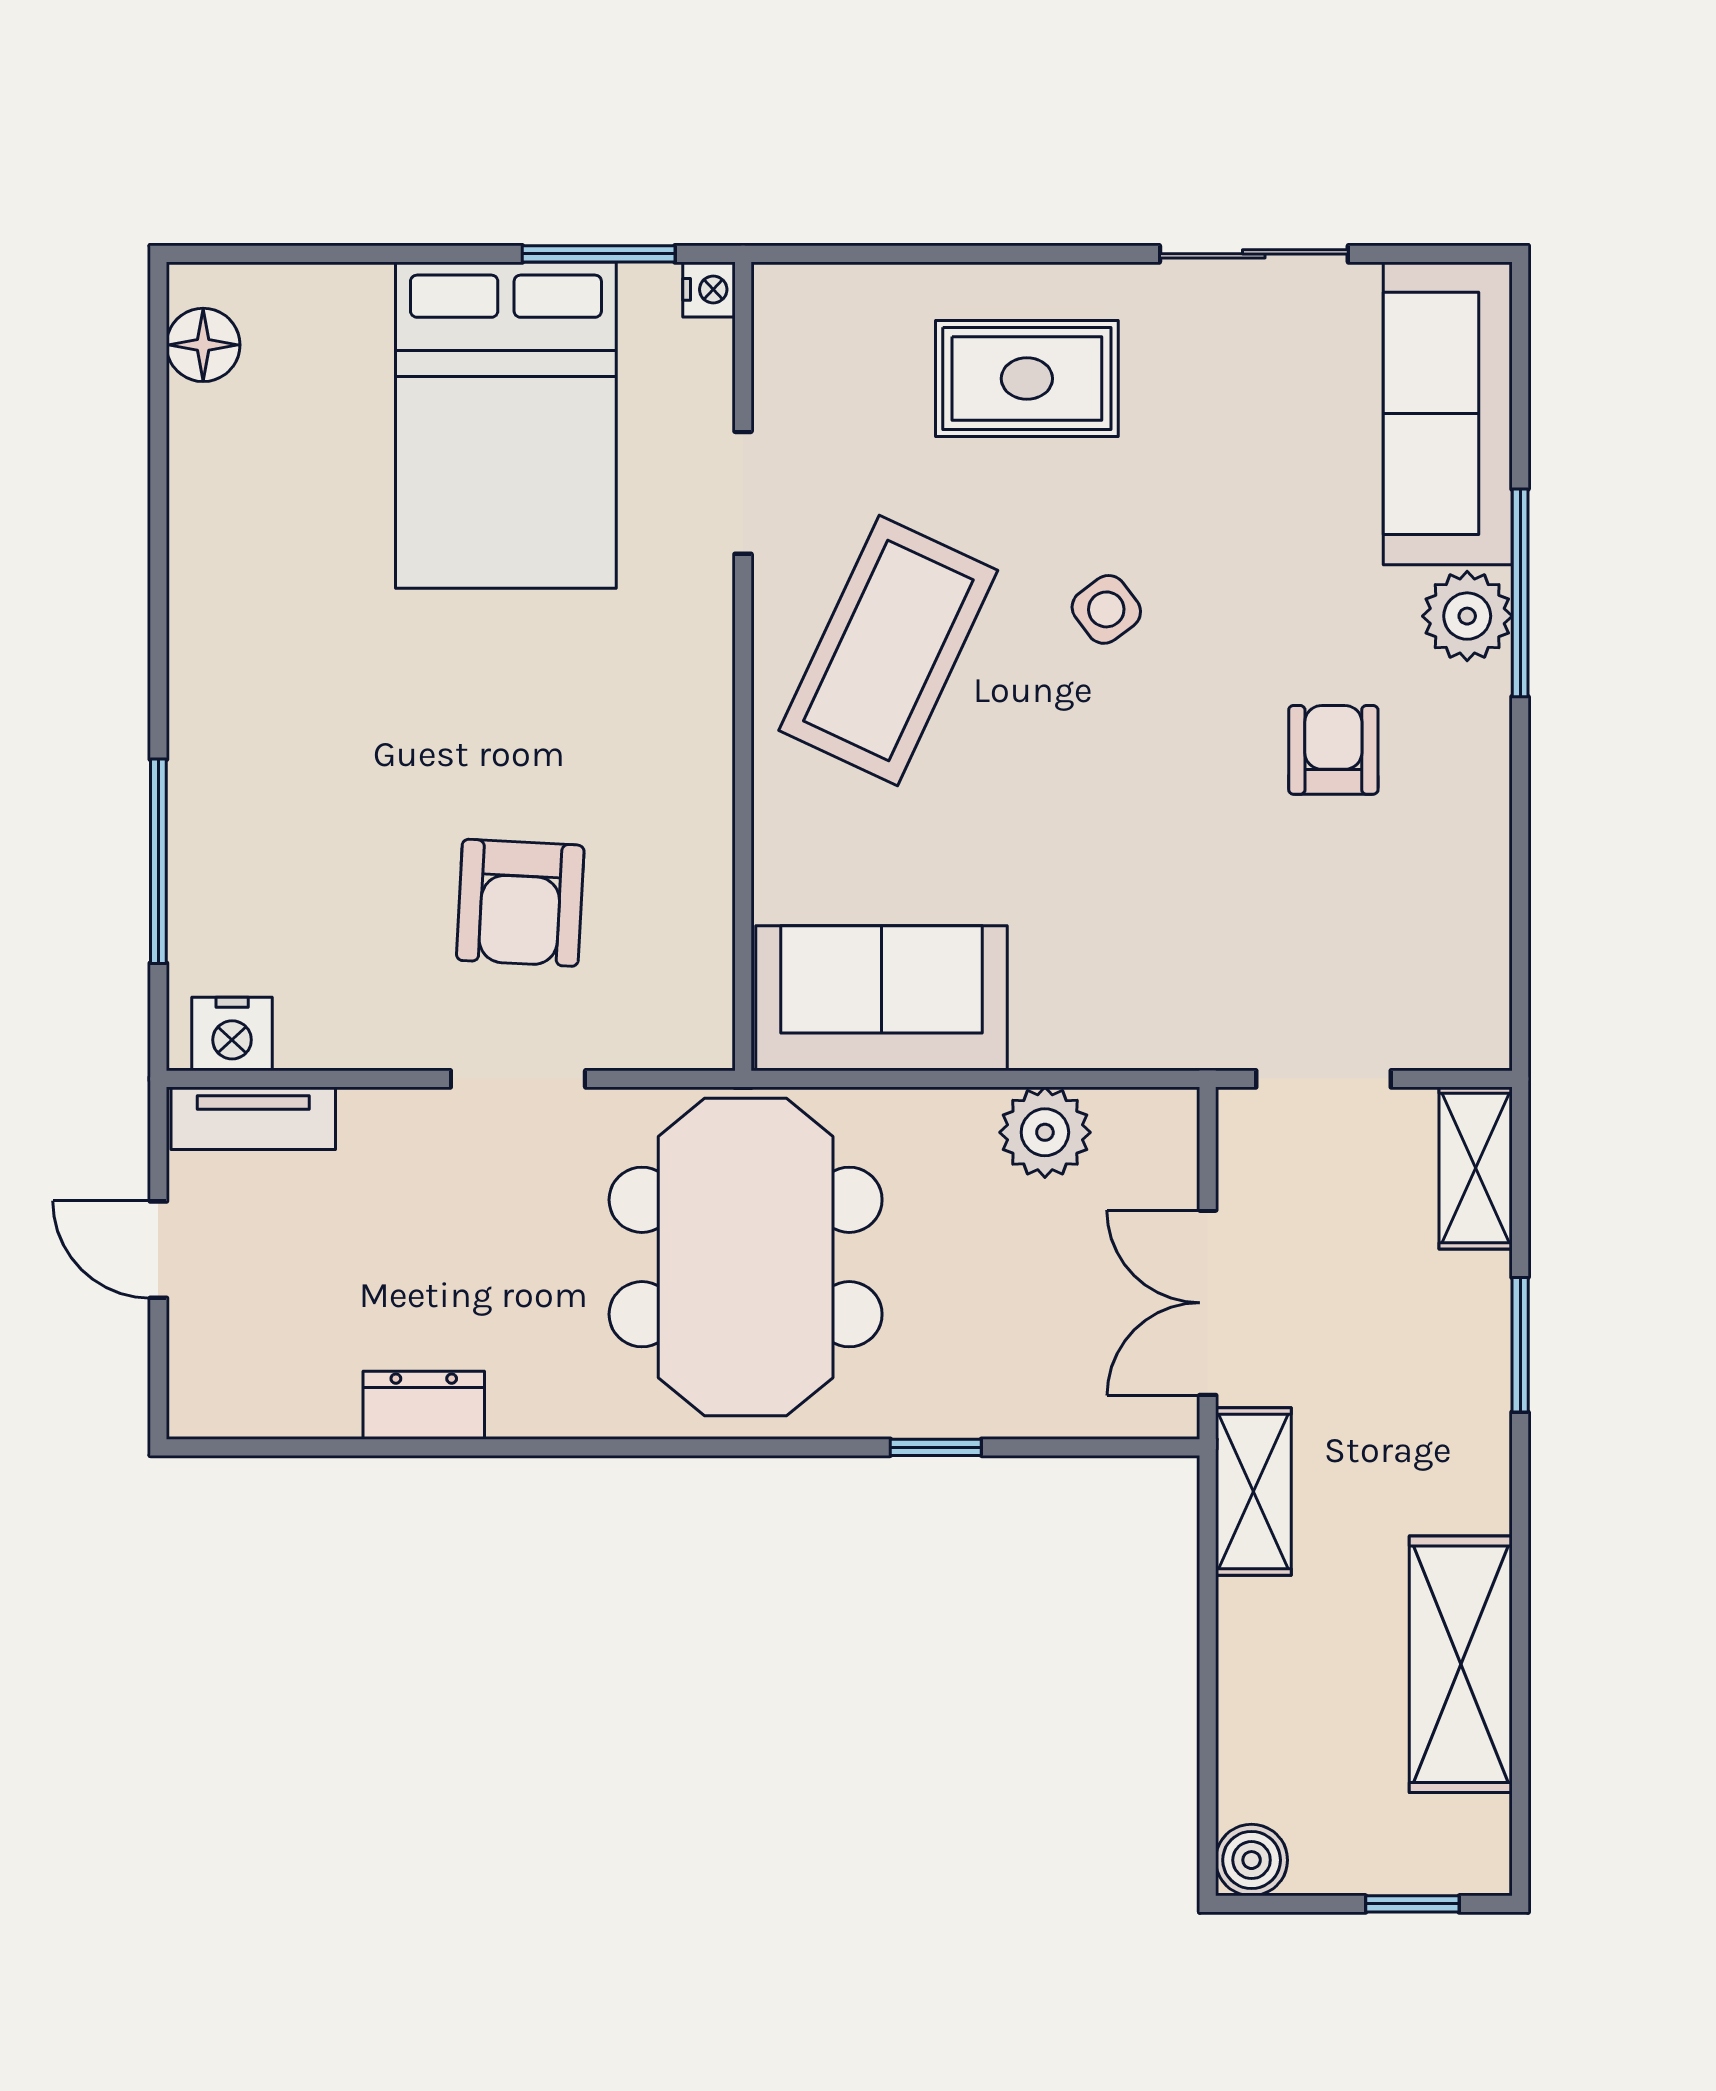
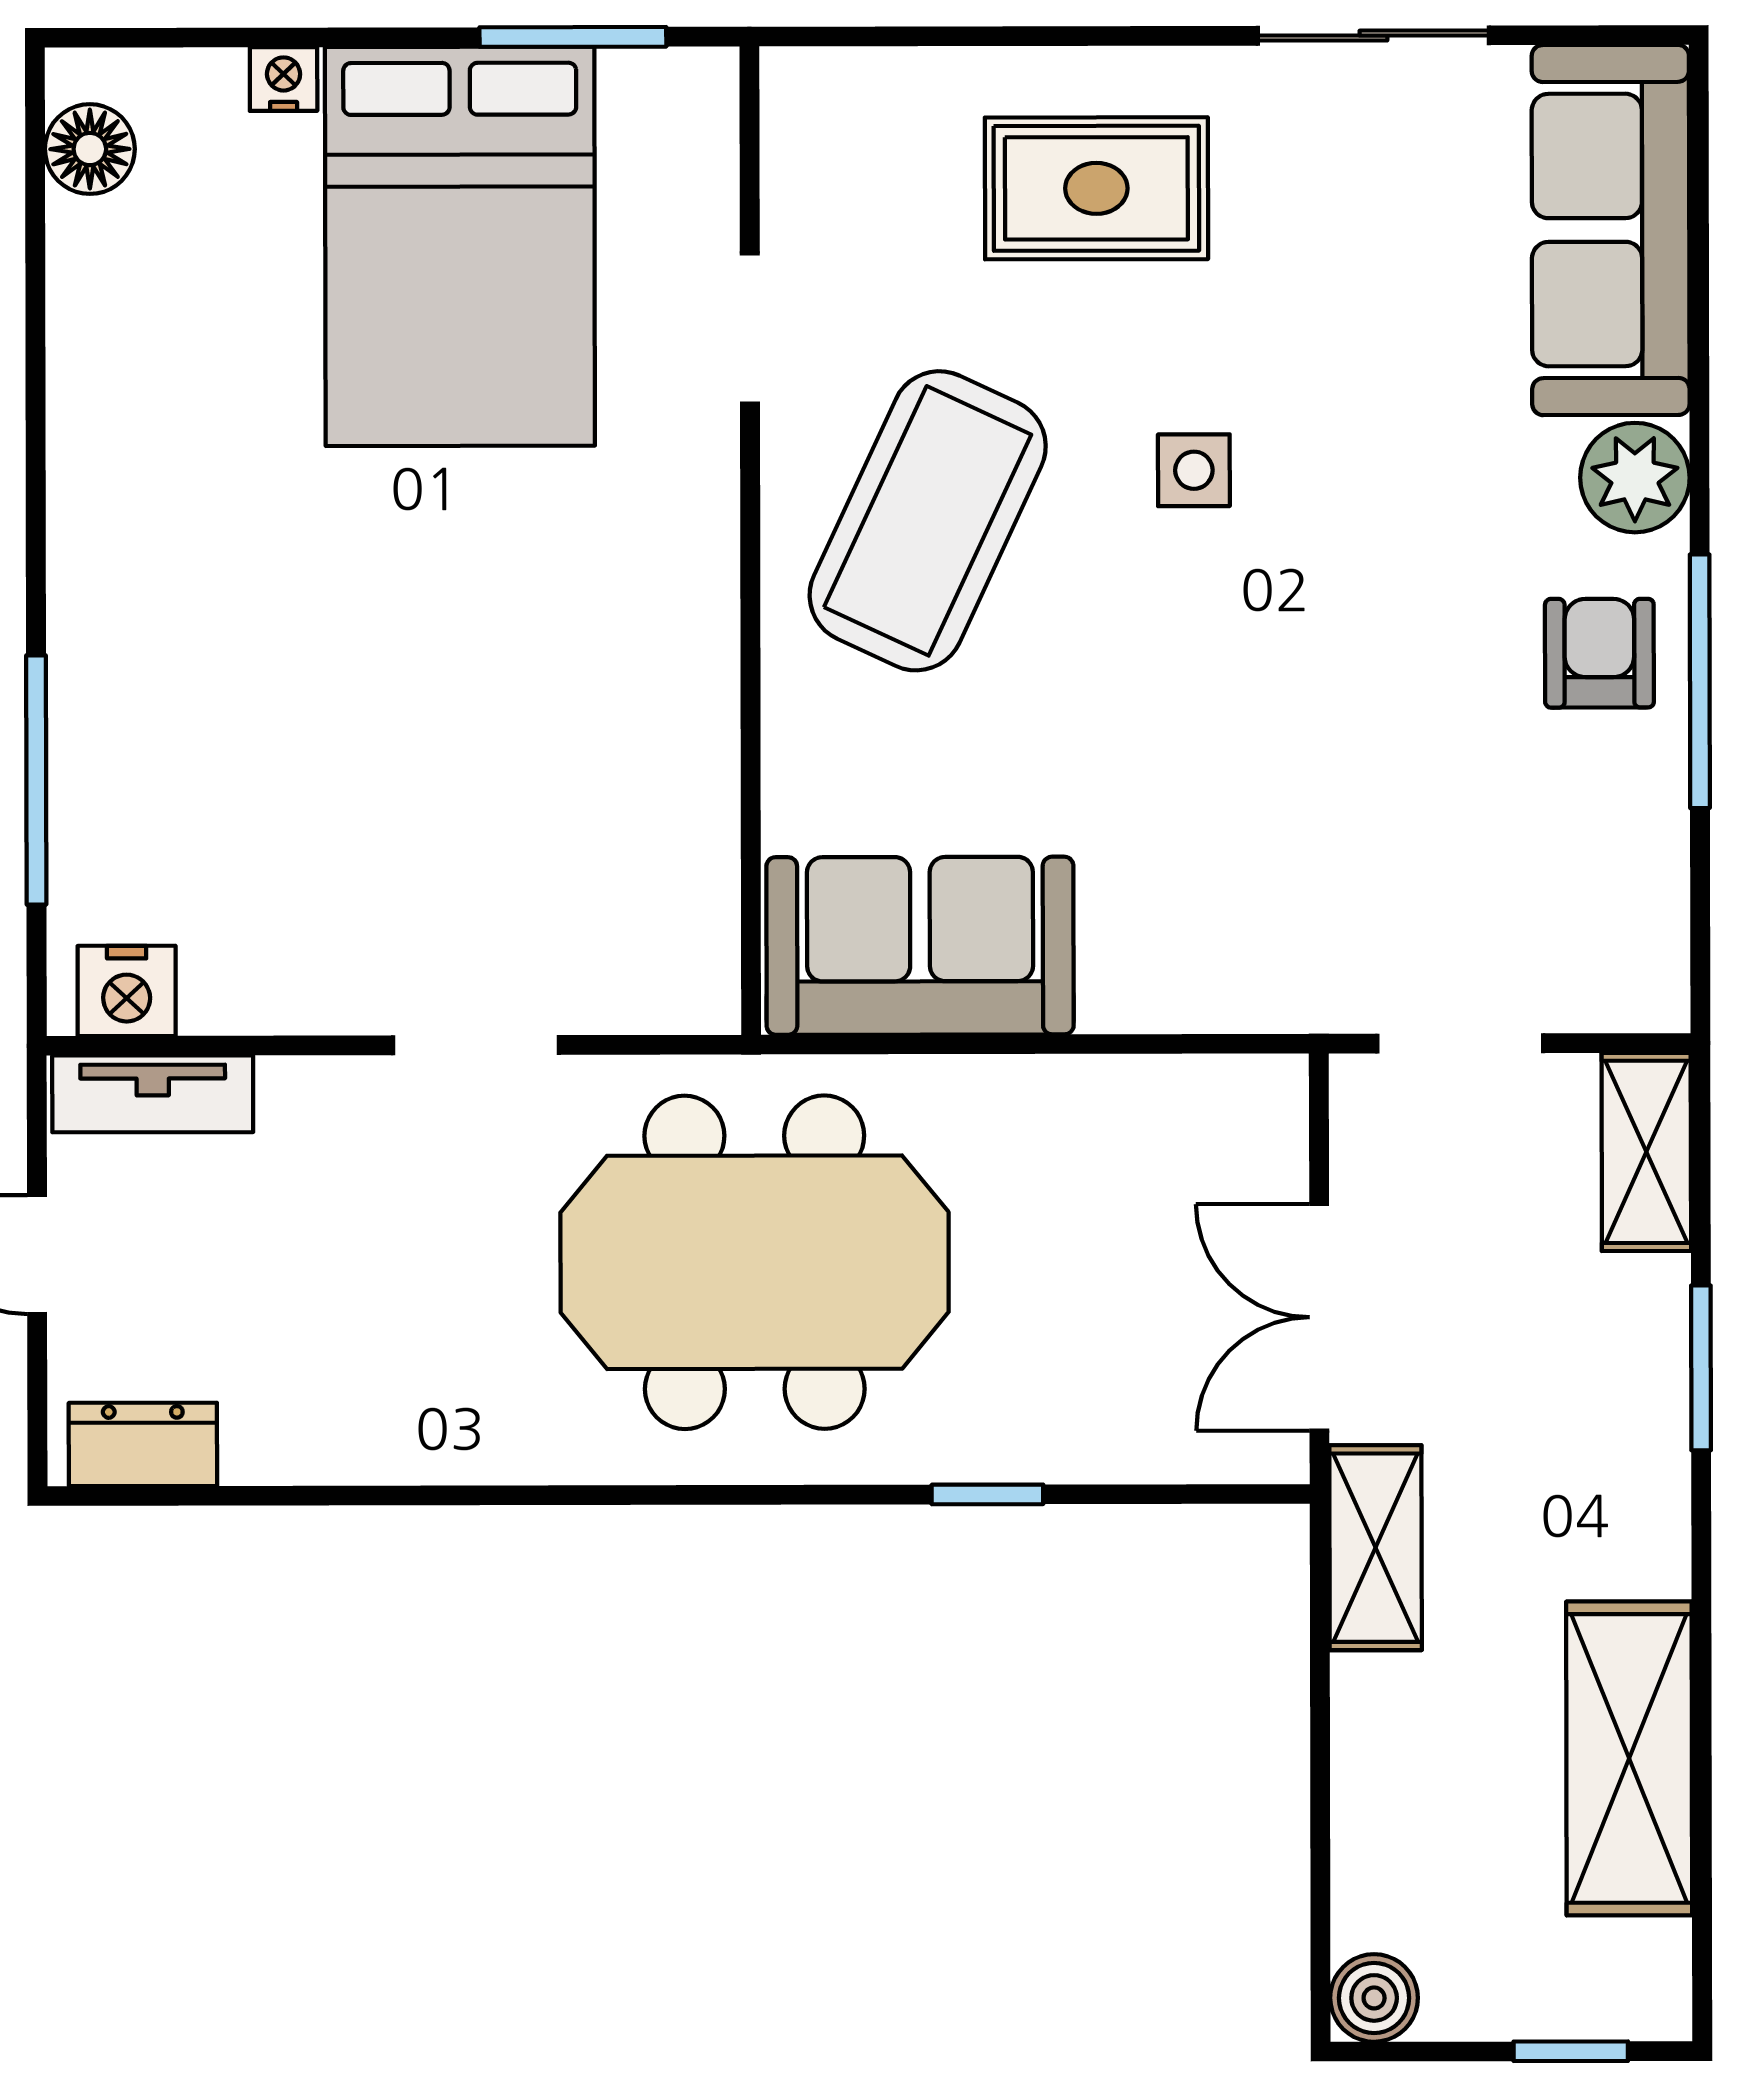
nightstand: (709, 289) -> (284, 79), moved, turned -90
window: (1520, 593) -> (1700, 681), moved
side table: (1106, 609) -> (1194, 470), turned 37
armchair: (1333, 750) -> (1599, 653), moved
armchair: (520, 903) -> (478, 830), removed
plant: (1045, 1132) -> (1120, 1109), removed
meeting table: (746, 1257) -> (755, 1262), turned 90
dresser: (424, 1405) -> (143, 1444), moved

